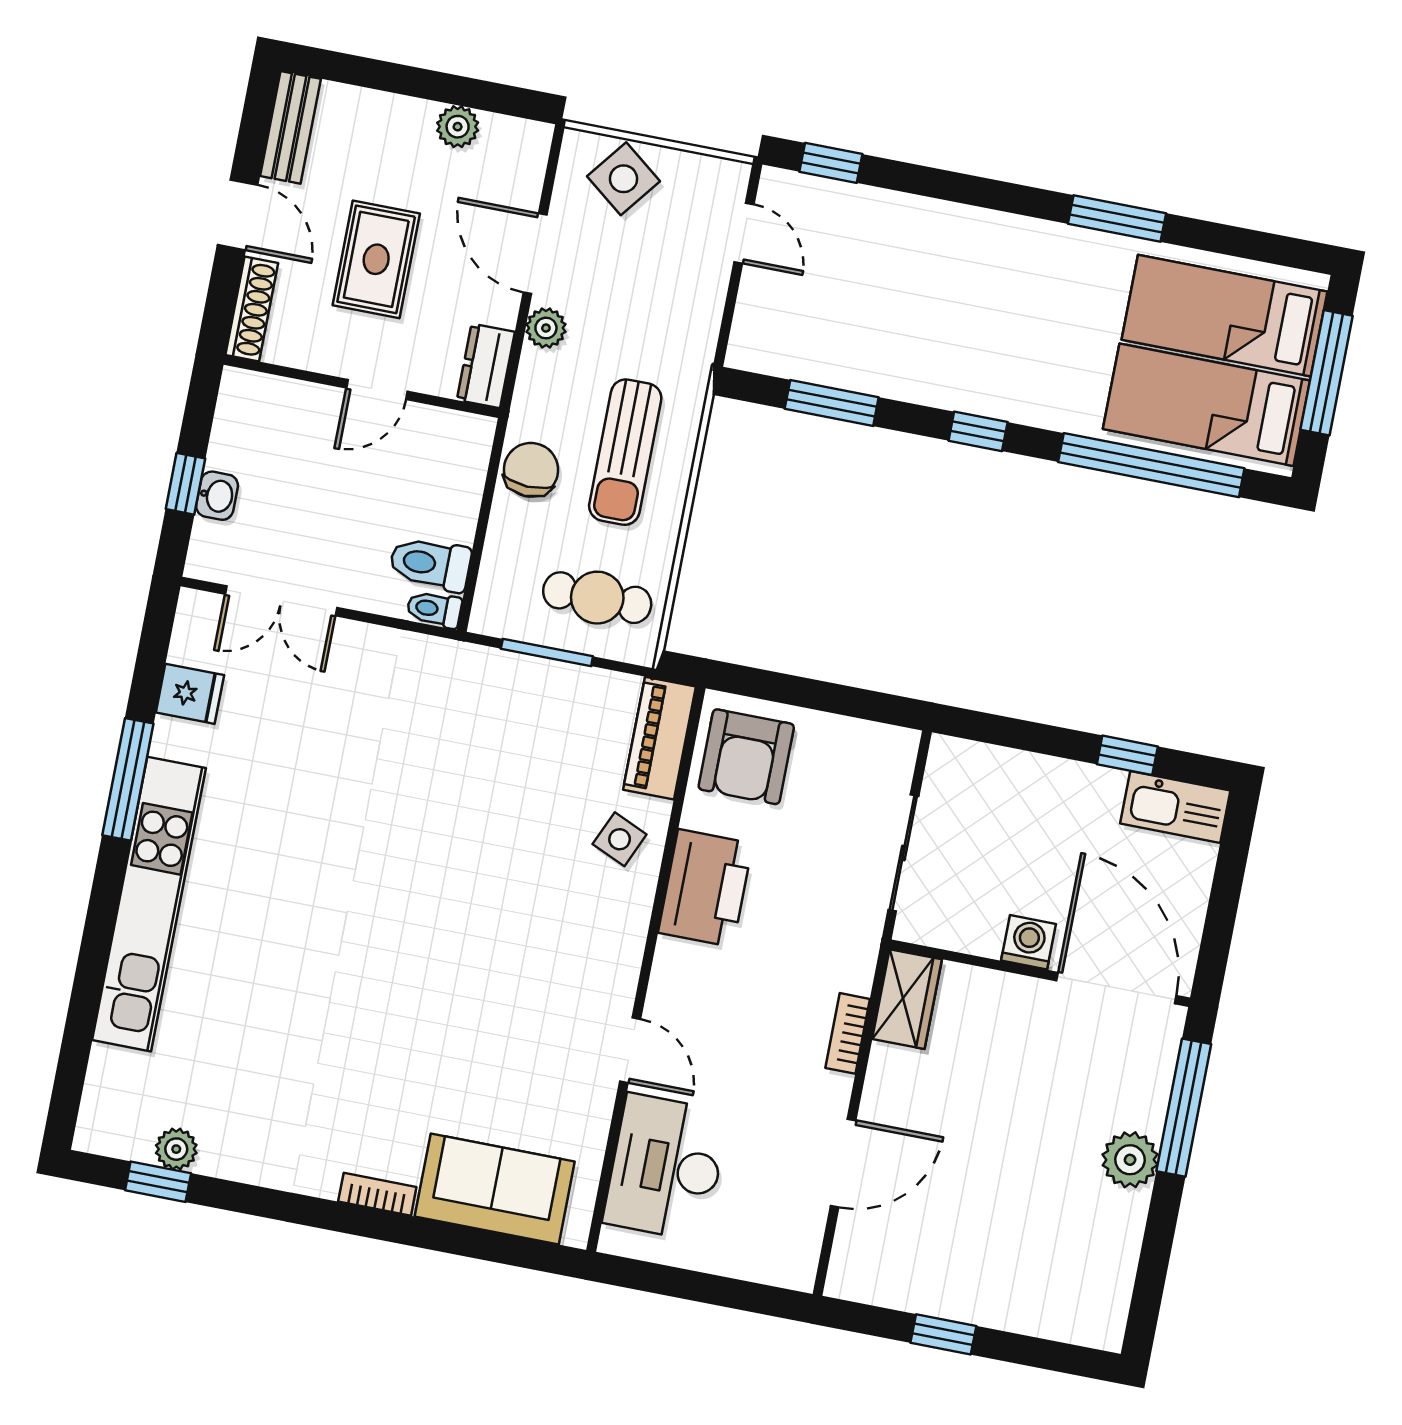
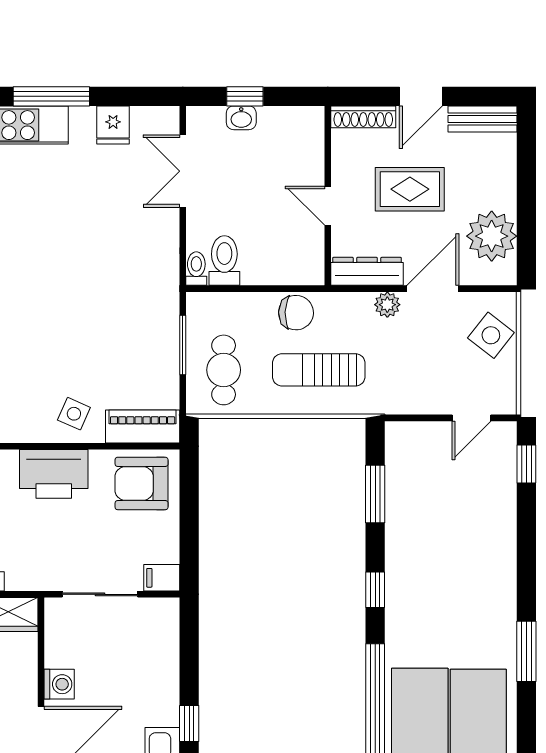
plant: (458, 127) -> (492, 236), width x1.87, depth x1.87
dresser: (486, 366) -> (367, 271), width x1.44
filing cabinet: (896, 754) -> (162, 578), added

